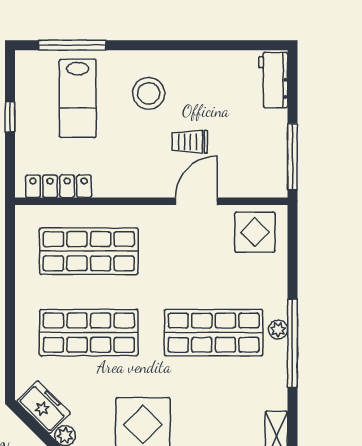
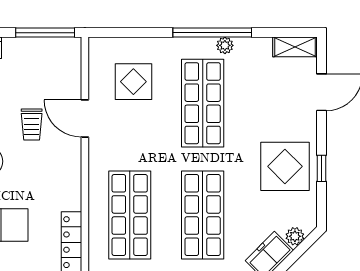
display table: (255, 232) -> (133, 82), moved
plant: (278, 330) -> (225, 45), moved

